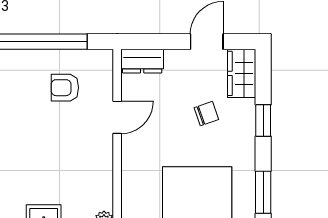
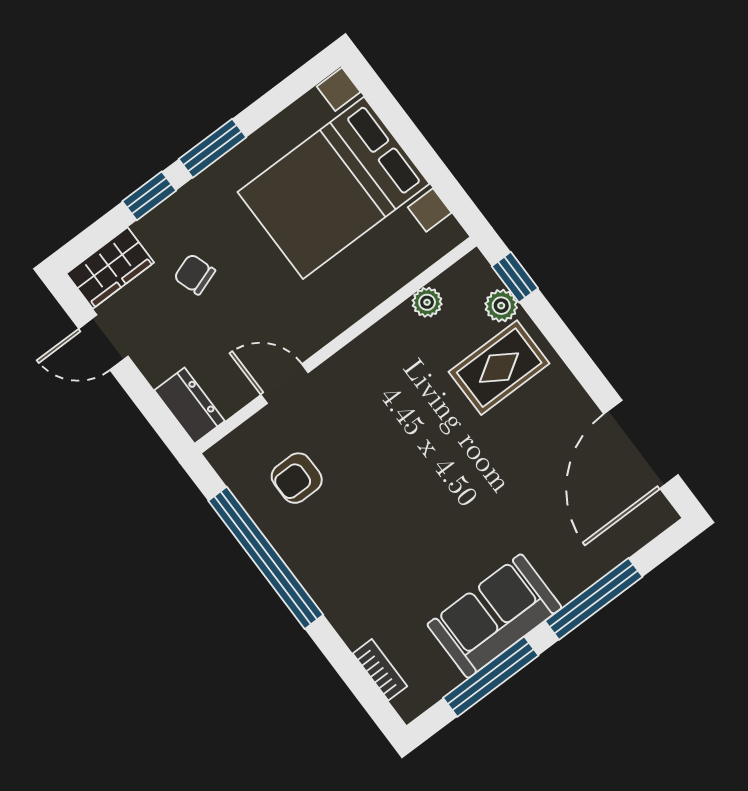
armchair: (65, 88) -> (297, 478), turned 90
window: (263, 192) -> (213, 148), moved

